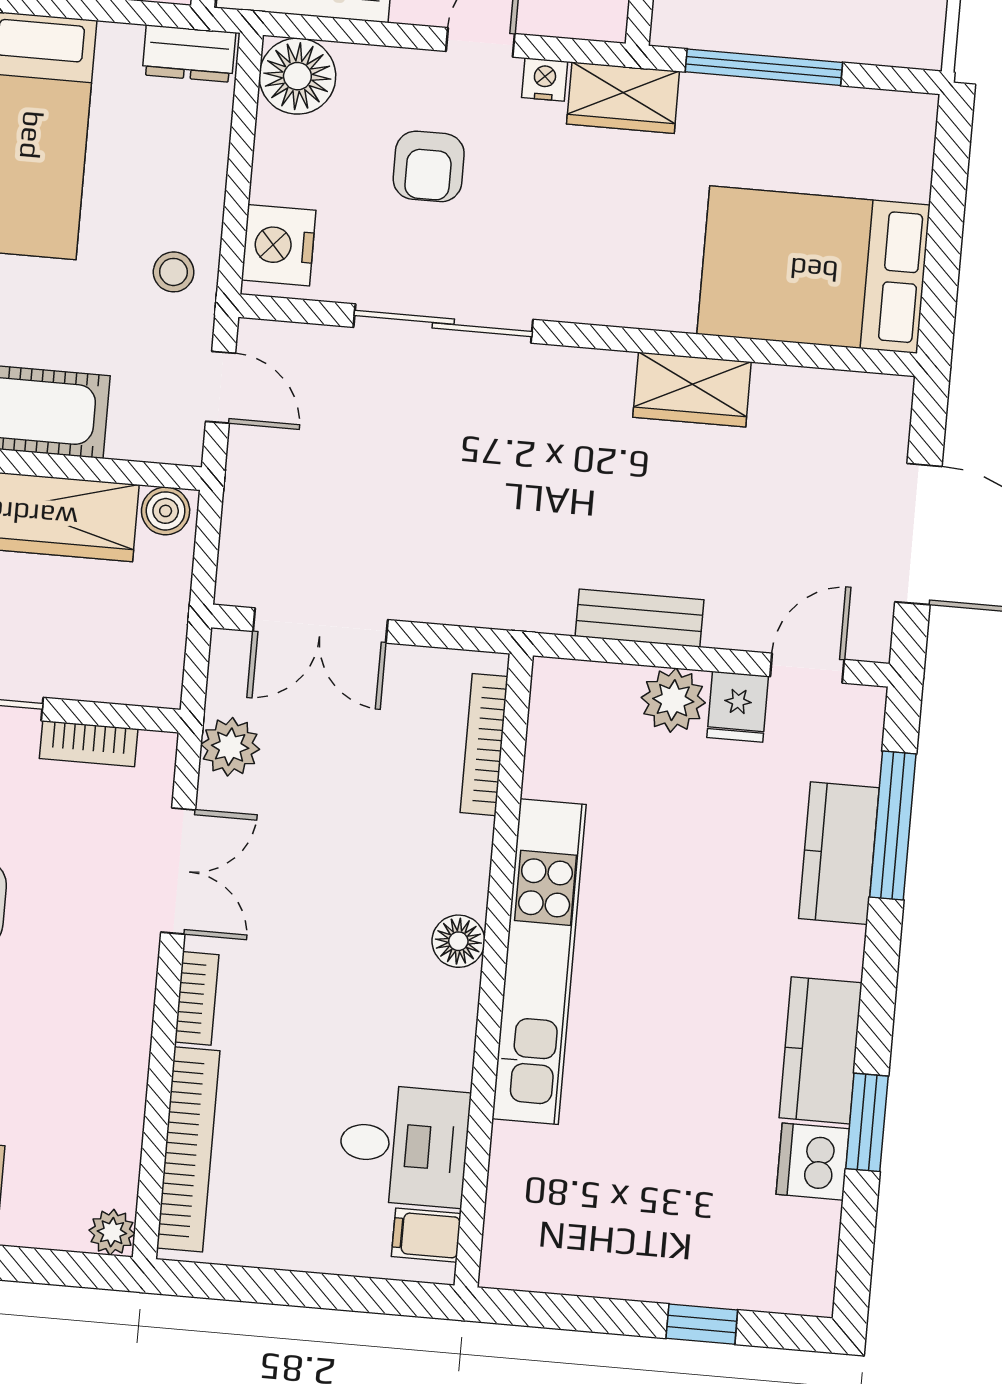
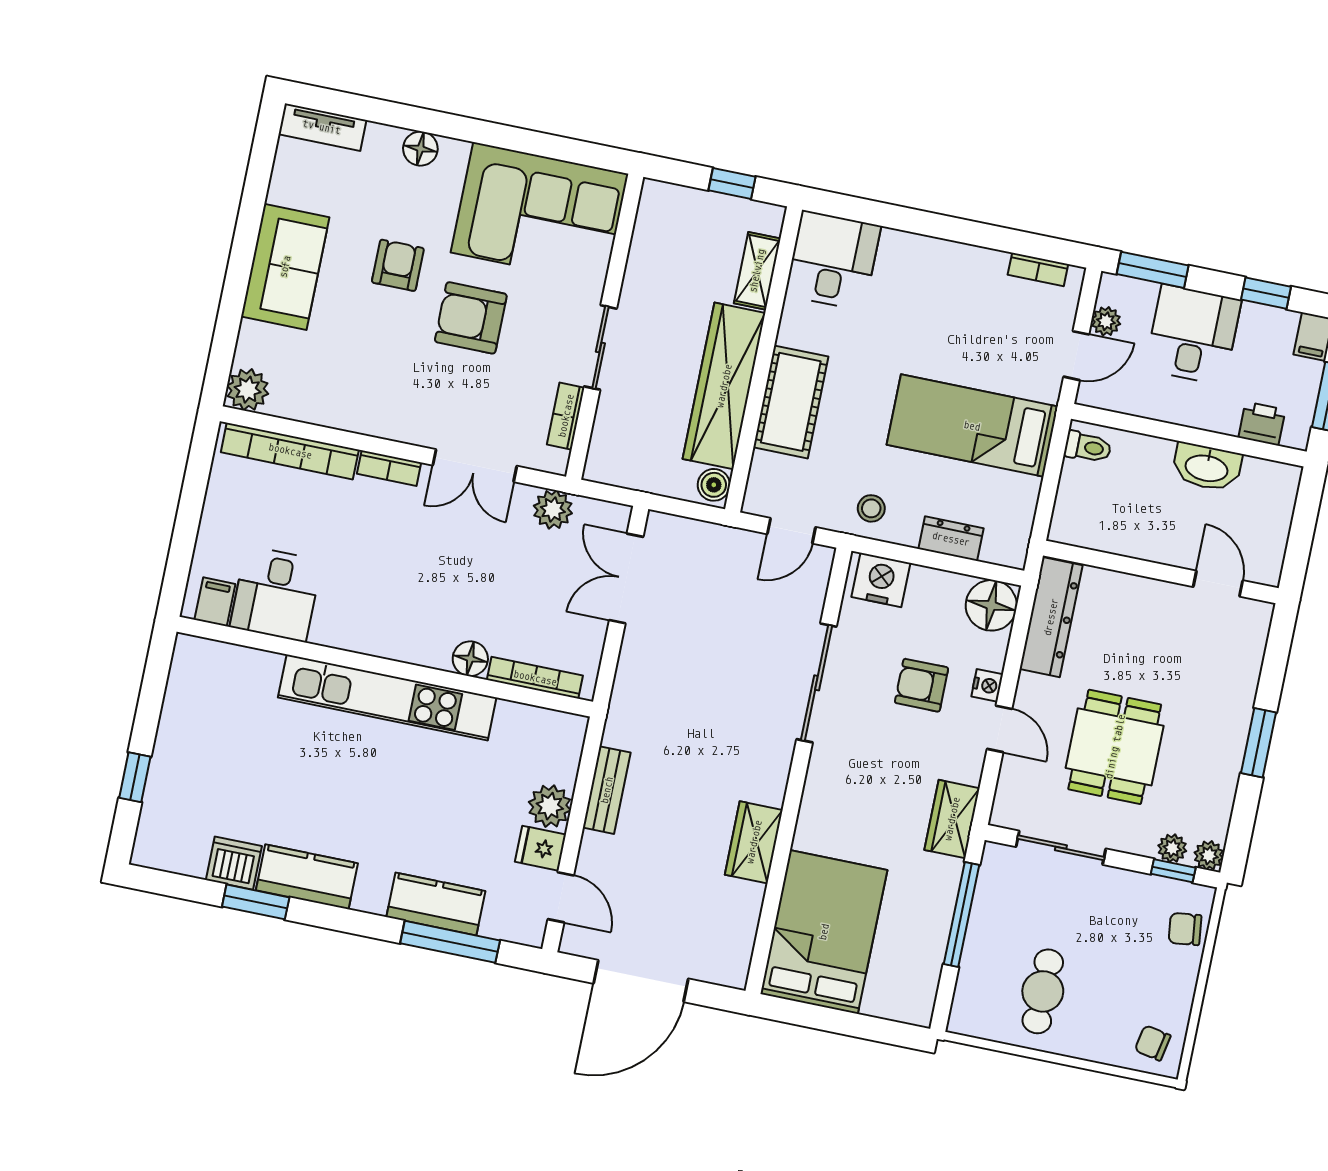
dresser: (189, 54) -> (951, 539), moved, turned 90
nightstand: (545, 80) -> (987, 685), moved
floor lamp: (458, 941) -> (470, 659), moved
plant: (112, 1232) -> (248, 390), width x1.38, depth x1.38

